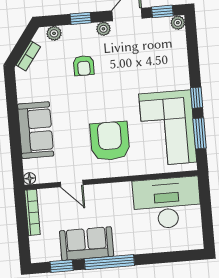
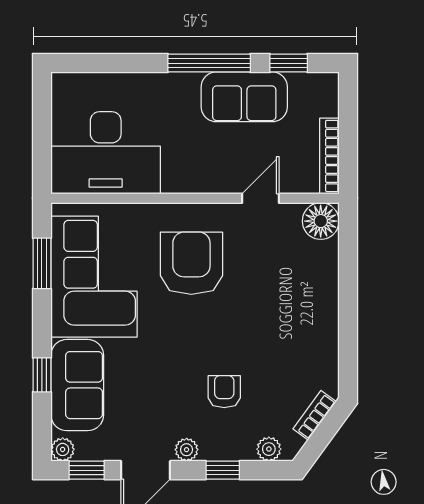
window: (197, 98) -> (42, 375), moved
sofa: (36, 130) -> (77, 385), moved, turned 180
armchair: (110, 141) -> (191, 263), turned 180
floor lamp: (30, 178) -> (321, 221), width x1.89, depth x1.89
door: (72, 183) -> (261, 198), hinge flipped

